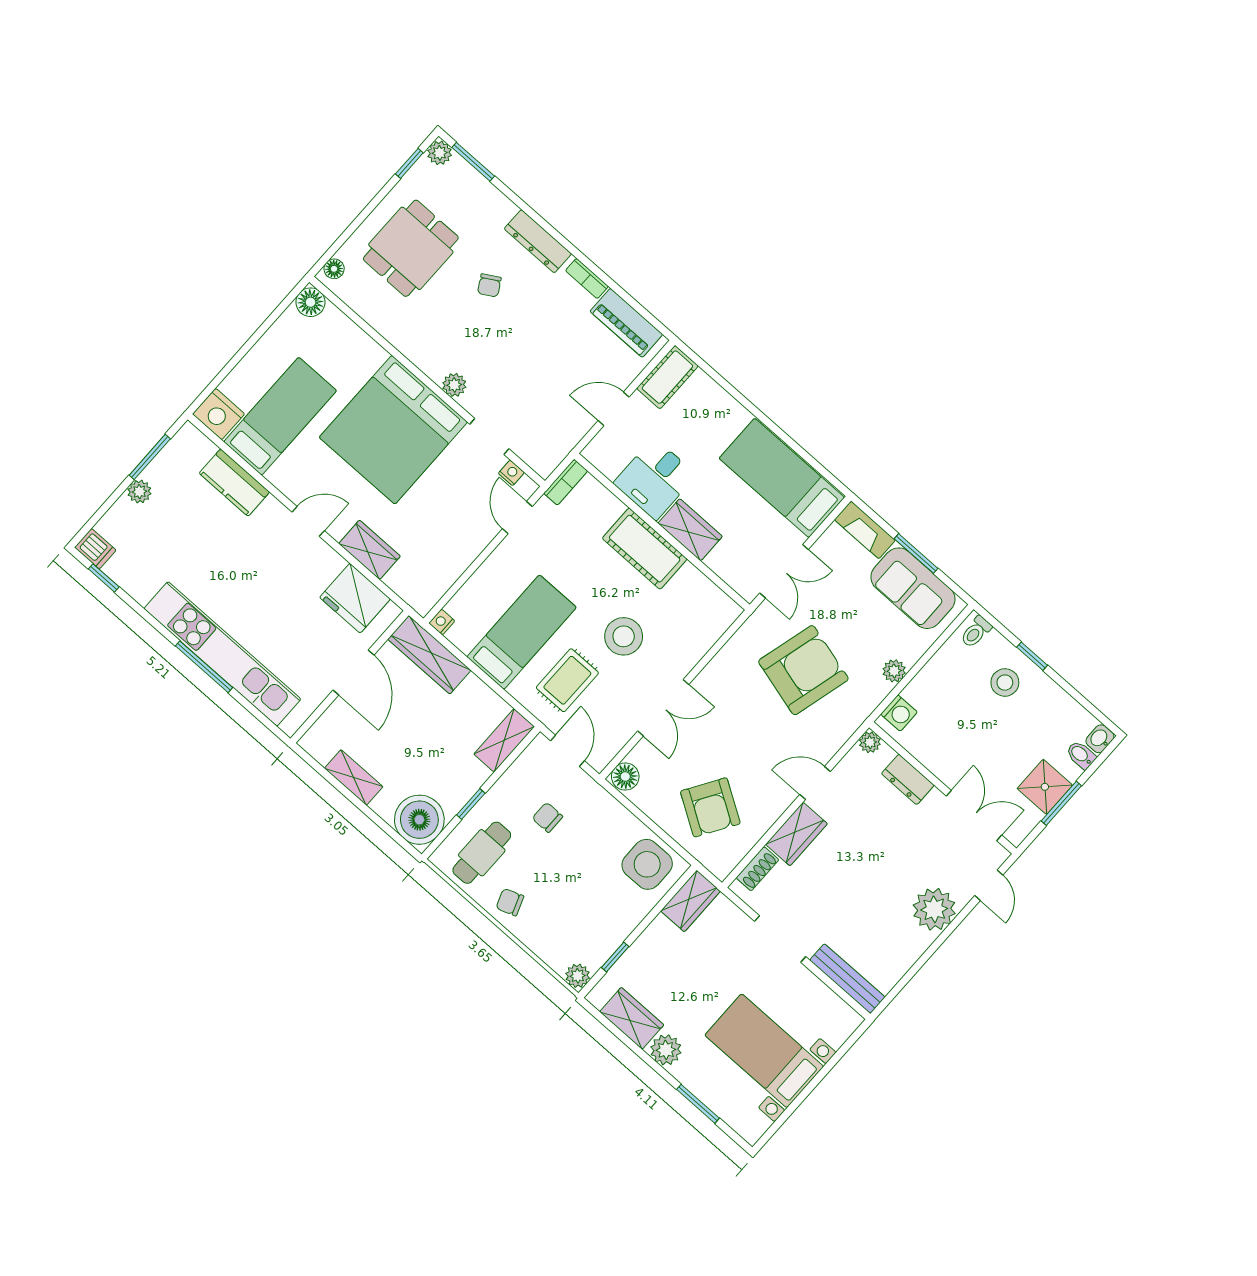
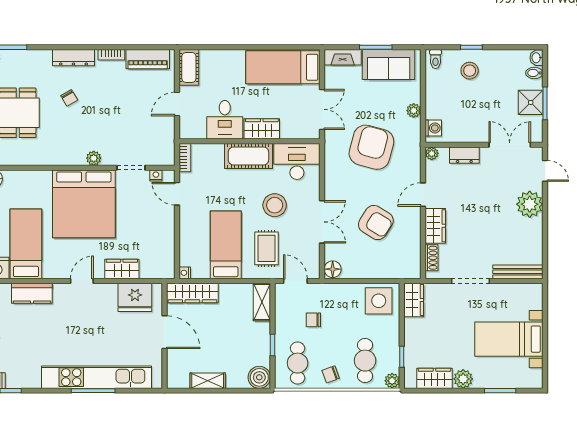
desk: (698, 607) -> (297, 161), added
armchair: (710, 807) -> (376, 223), moved
boiler: (419, 820) -> (259, 377), width x0.73, depth x0.73
cafe table: (566, 922) -> (365, 361), added

